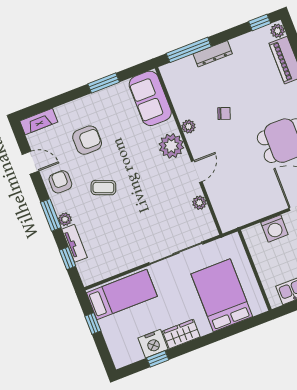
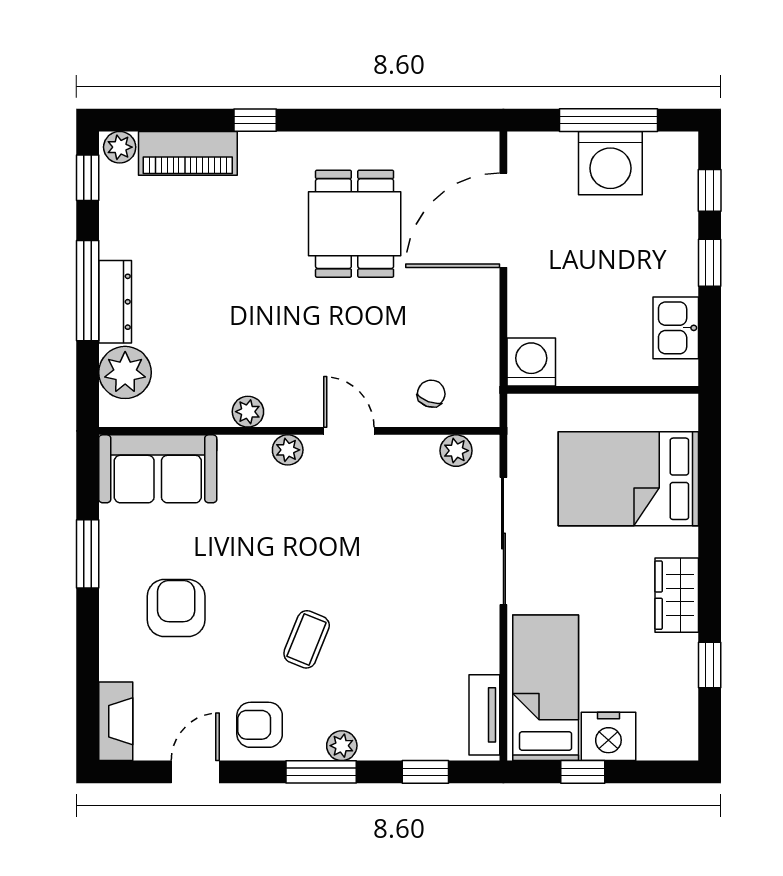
window: (189, 50) -> (88, 291), moved
plant: (185, 69) -> (125, 372), added
chair: (224, 113) -> (431, 394), moved
armchair: (87, 140) -> (176, 608), moved
plant: (171, 146) -> (288, 450), width x0.53, depth x0.53
plant: (199, 203) -> (456, 451), moved
washing machine: (274, 228) -> (531, 362), moved, turned -90
tv unit: (74, 243) -> (484, 715), moved, turned -90
nightstand: (153, 344) -> (608, 736), moved, turned 90

